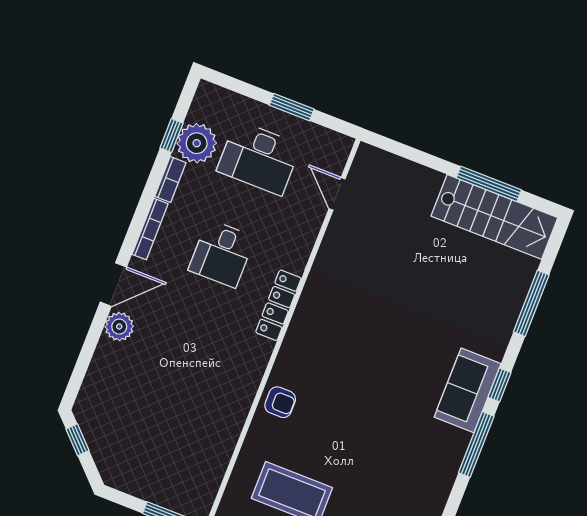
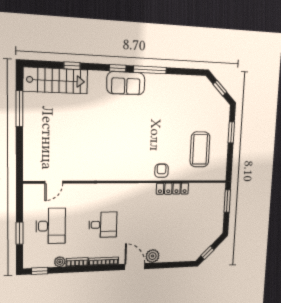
window: (292, 107) -> (19, 233), moved
window: (172, 136) -> (40, 271), moved
plant: (197, 143) -> (60, 262), width x0.53, depth x0.53
stairs: (494, 217) -> (56, 81), moved, turned 90
window: (531, 303) -> (72, 66), width x0.46
locker: (278, 305) -> (172, 189), moved

